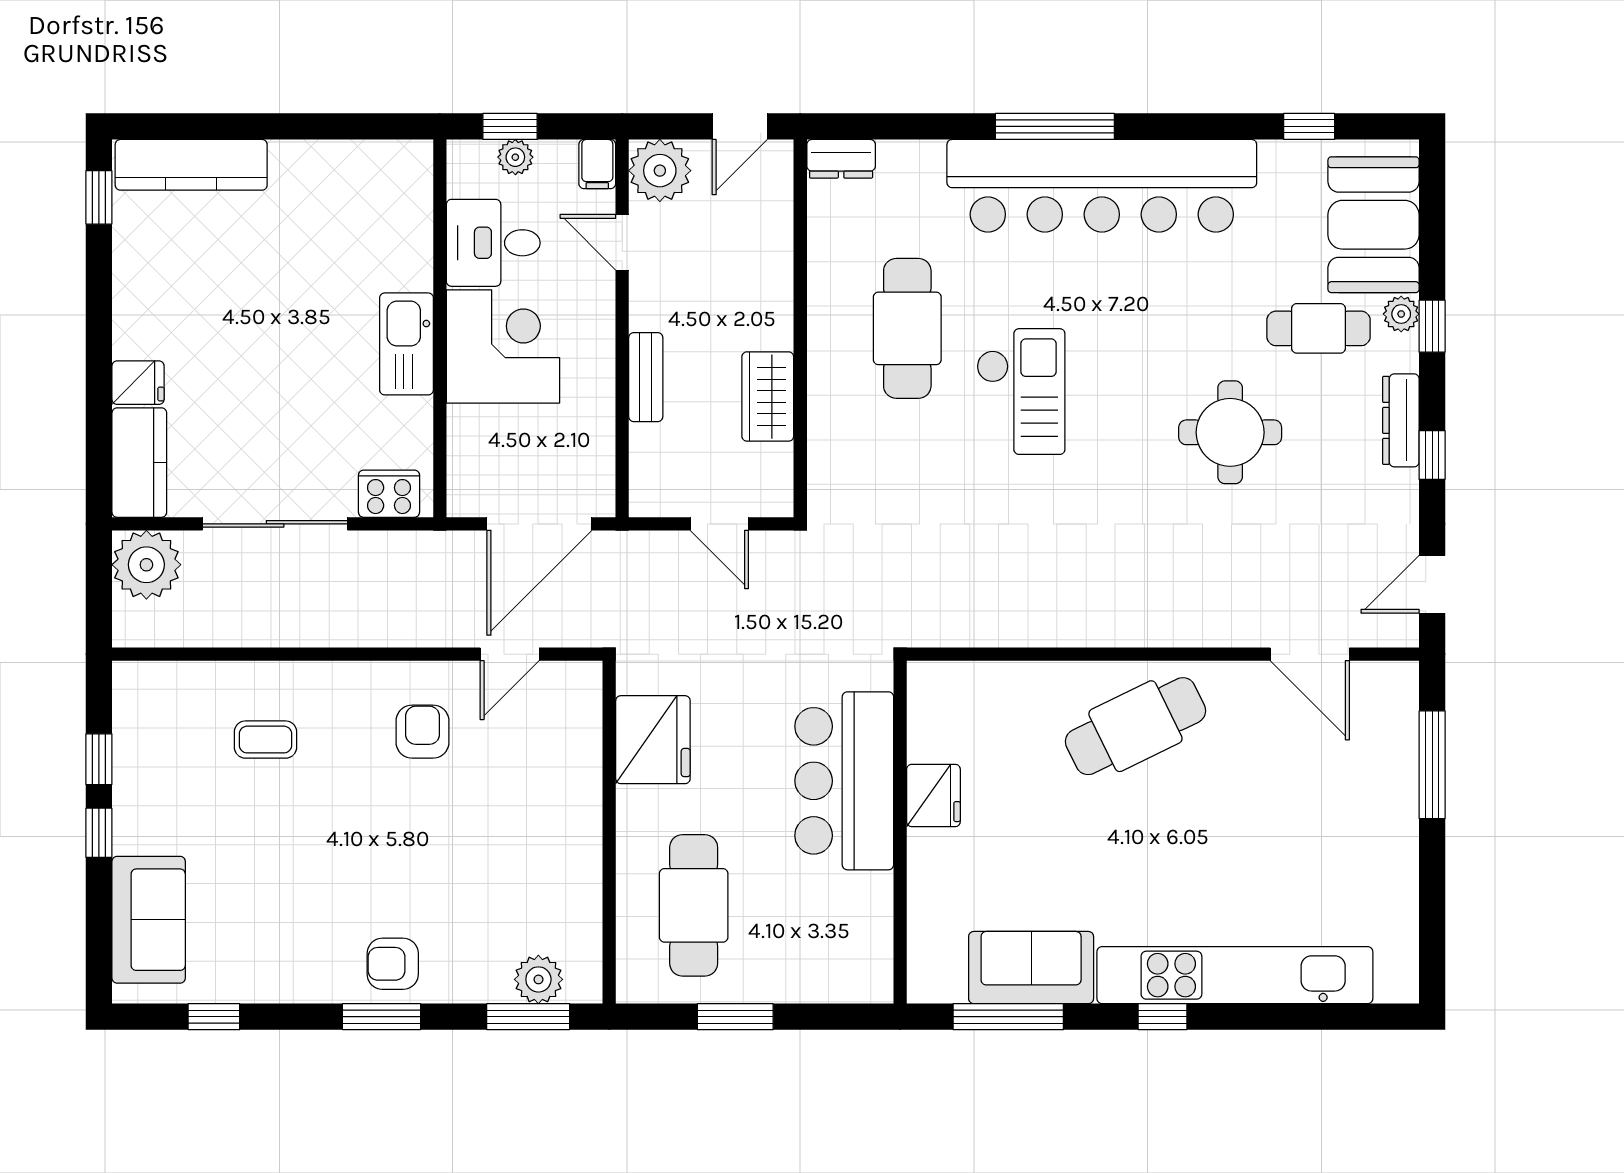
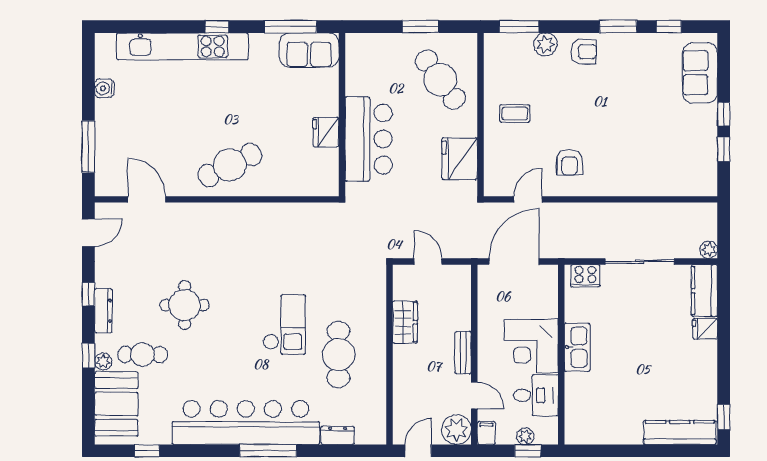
dresser: (841, 159) -> (338, 435), moved
bench: (646, 377) -> (463, 353), moved
checkout: (1021, 392) -> (284, 324), turned 180
plant: (146, 565) -> (709, 250), width x0.53, depth x0.53
coffee table: (265, 740) -> (515, 114), moved
water cooler: (1399, 887) -> (104, 88), added
cafe table: (694, 905) -> (440, 80), turned -36
sofa: (1031, 968) -> (309, 50), moved
plant: (538, 979) -> (545, 44), moved
window: (381, 1017) -> (618, 27), moved

